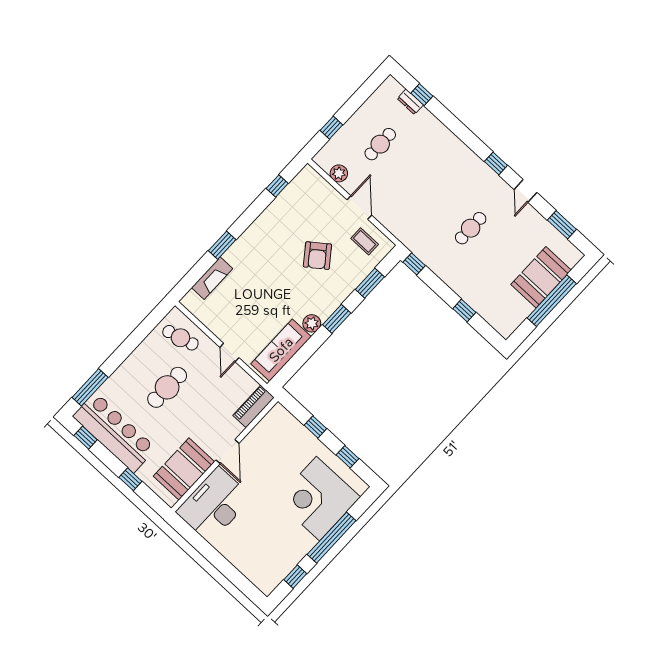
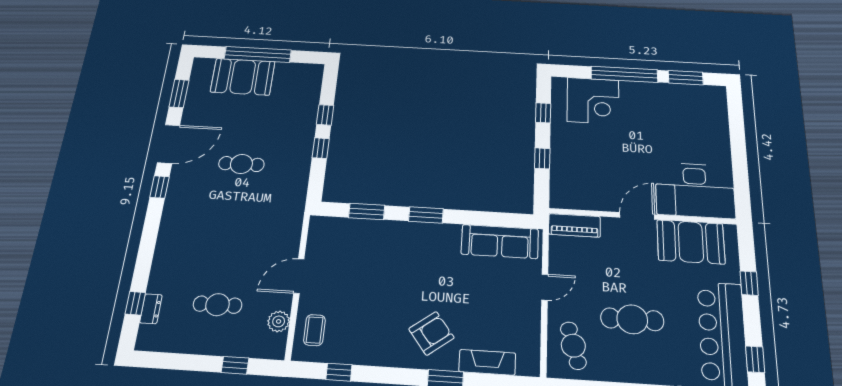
door: (526, 191) -> (169, 144), width x1.87
coffee table: (365, 241) -> (314, 330), moved
armchair: (317, 256) -> (431, 333), moved
window: (414, 264) -> (321, 148), moved
plant: (312, 323) -> (450, 234), removed
corner desk: (318, 499) -> (593, 101), width x0.74, depth x0.74
window: (295, 577) -> (686, 78), width x1.50

